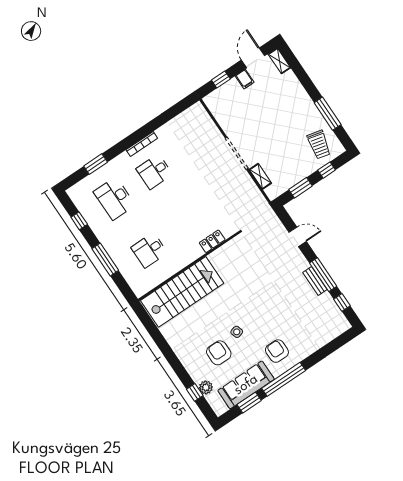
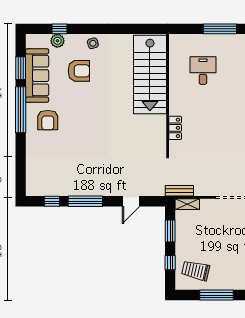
shelving: (260, 176) -> (187, 204), moved
bench: (315, 281) -> (179, 191), moved
side table: (237, 332) -> (93, 43), moved
armchair: (277, 351) -> (48, 120), turned 90

